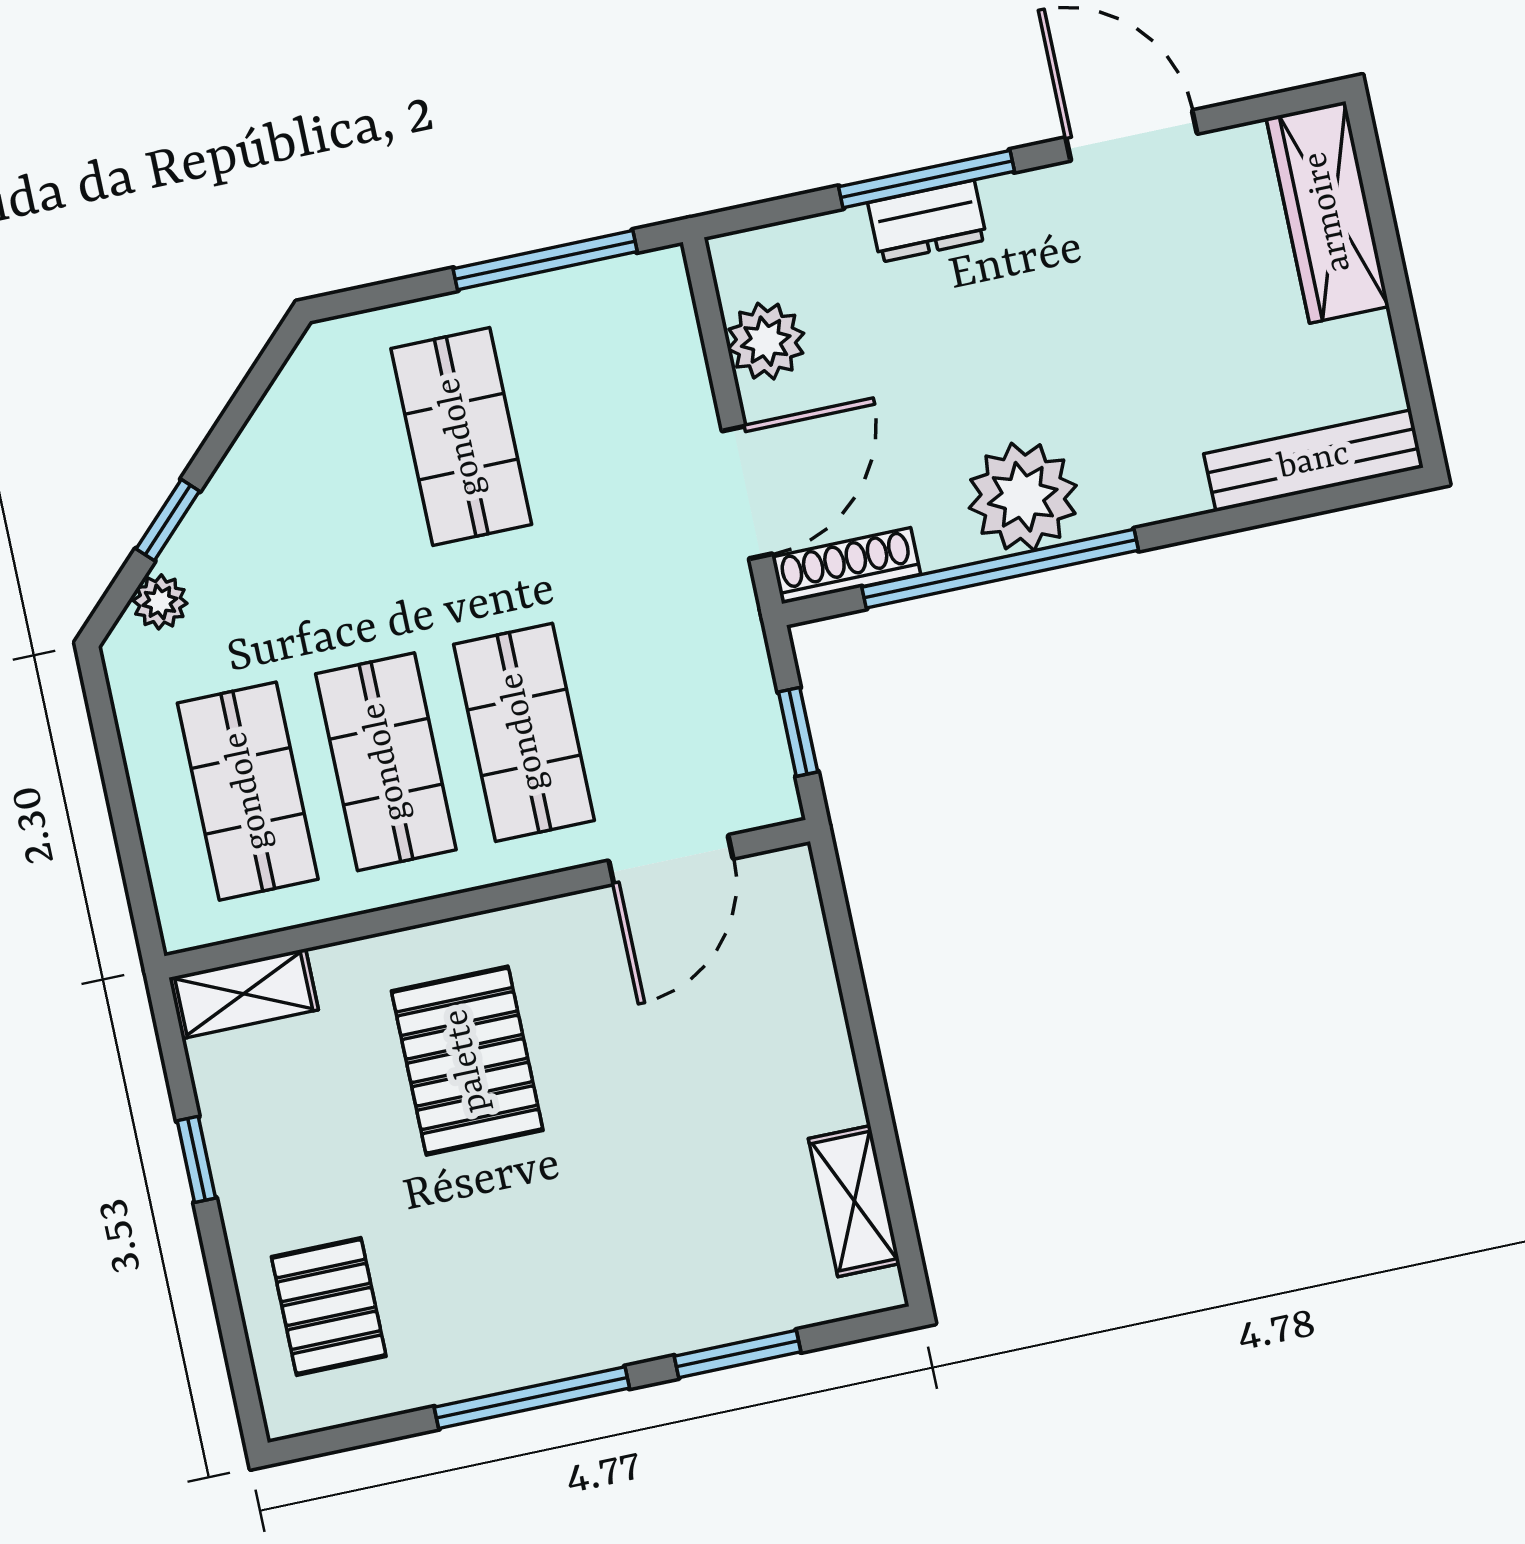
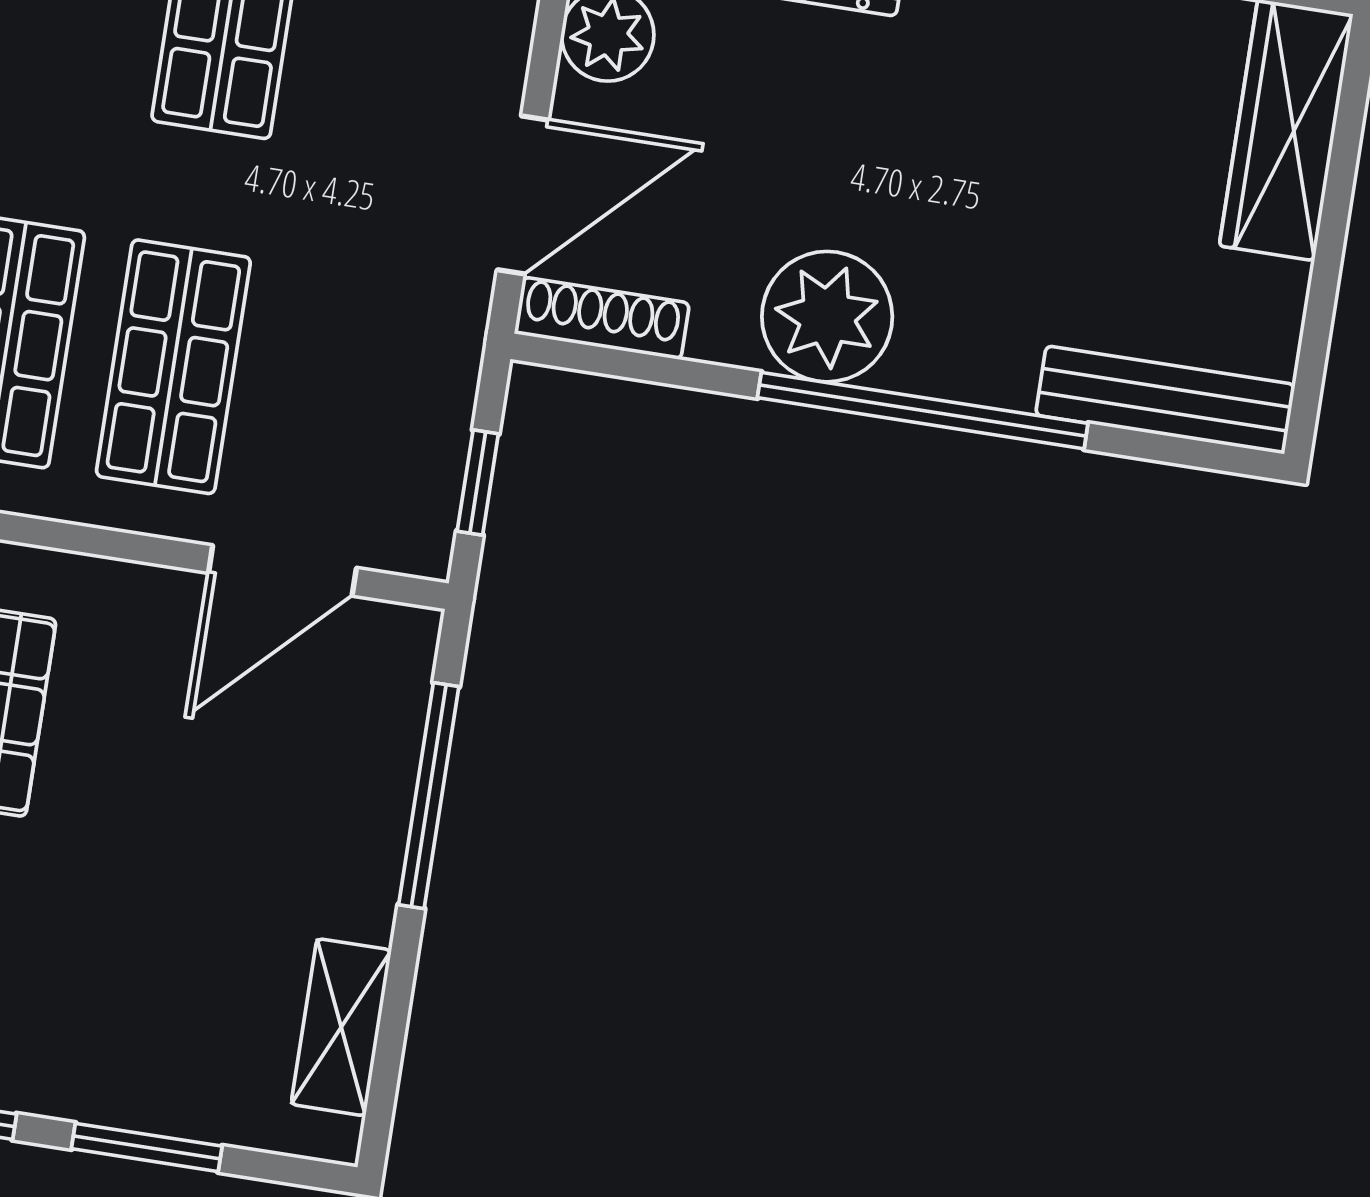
window: (1000, 569) -> (923, 411), moved
window: (854, 993) -> (429, 796), added

